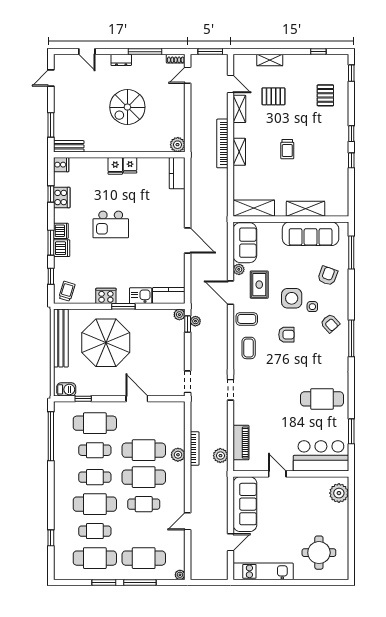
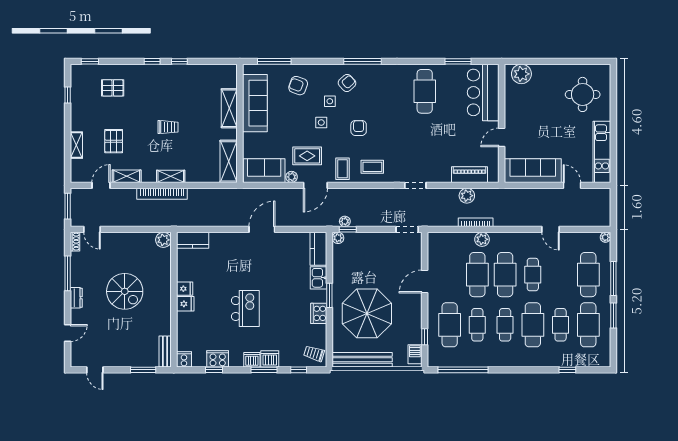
side table: (292, 298) -> (321, 123), width x0.54, depth x0.54
plant: (220, 456) -> (467, 196), moved

